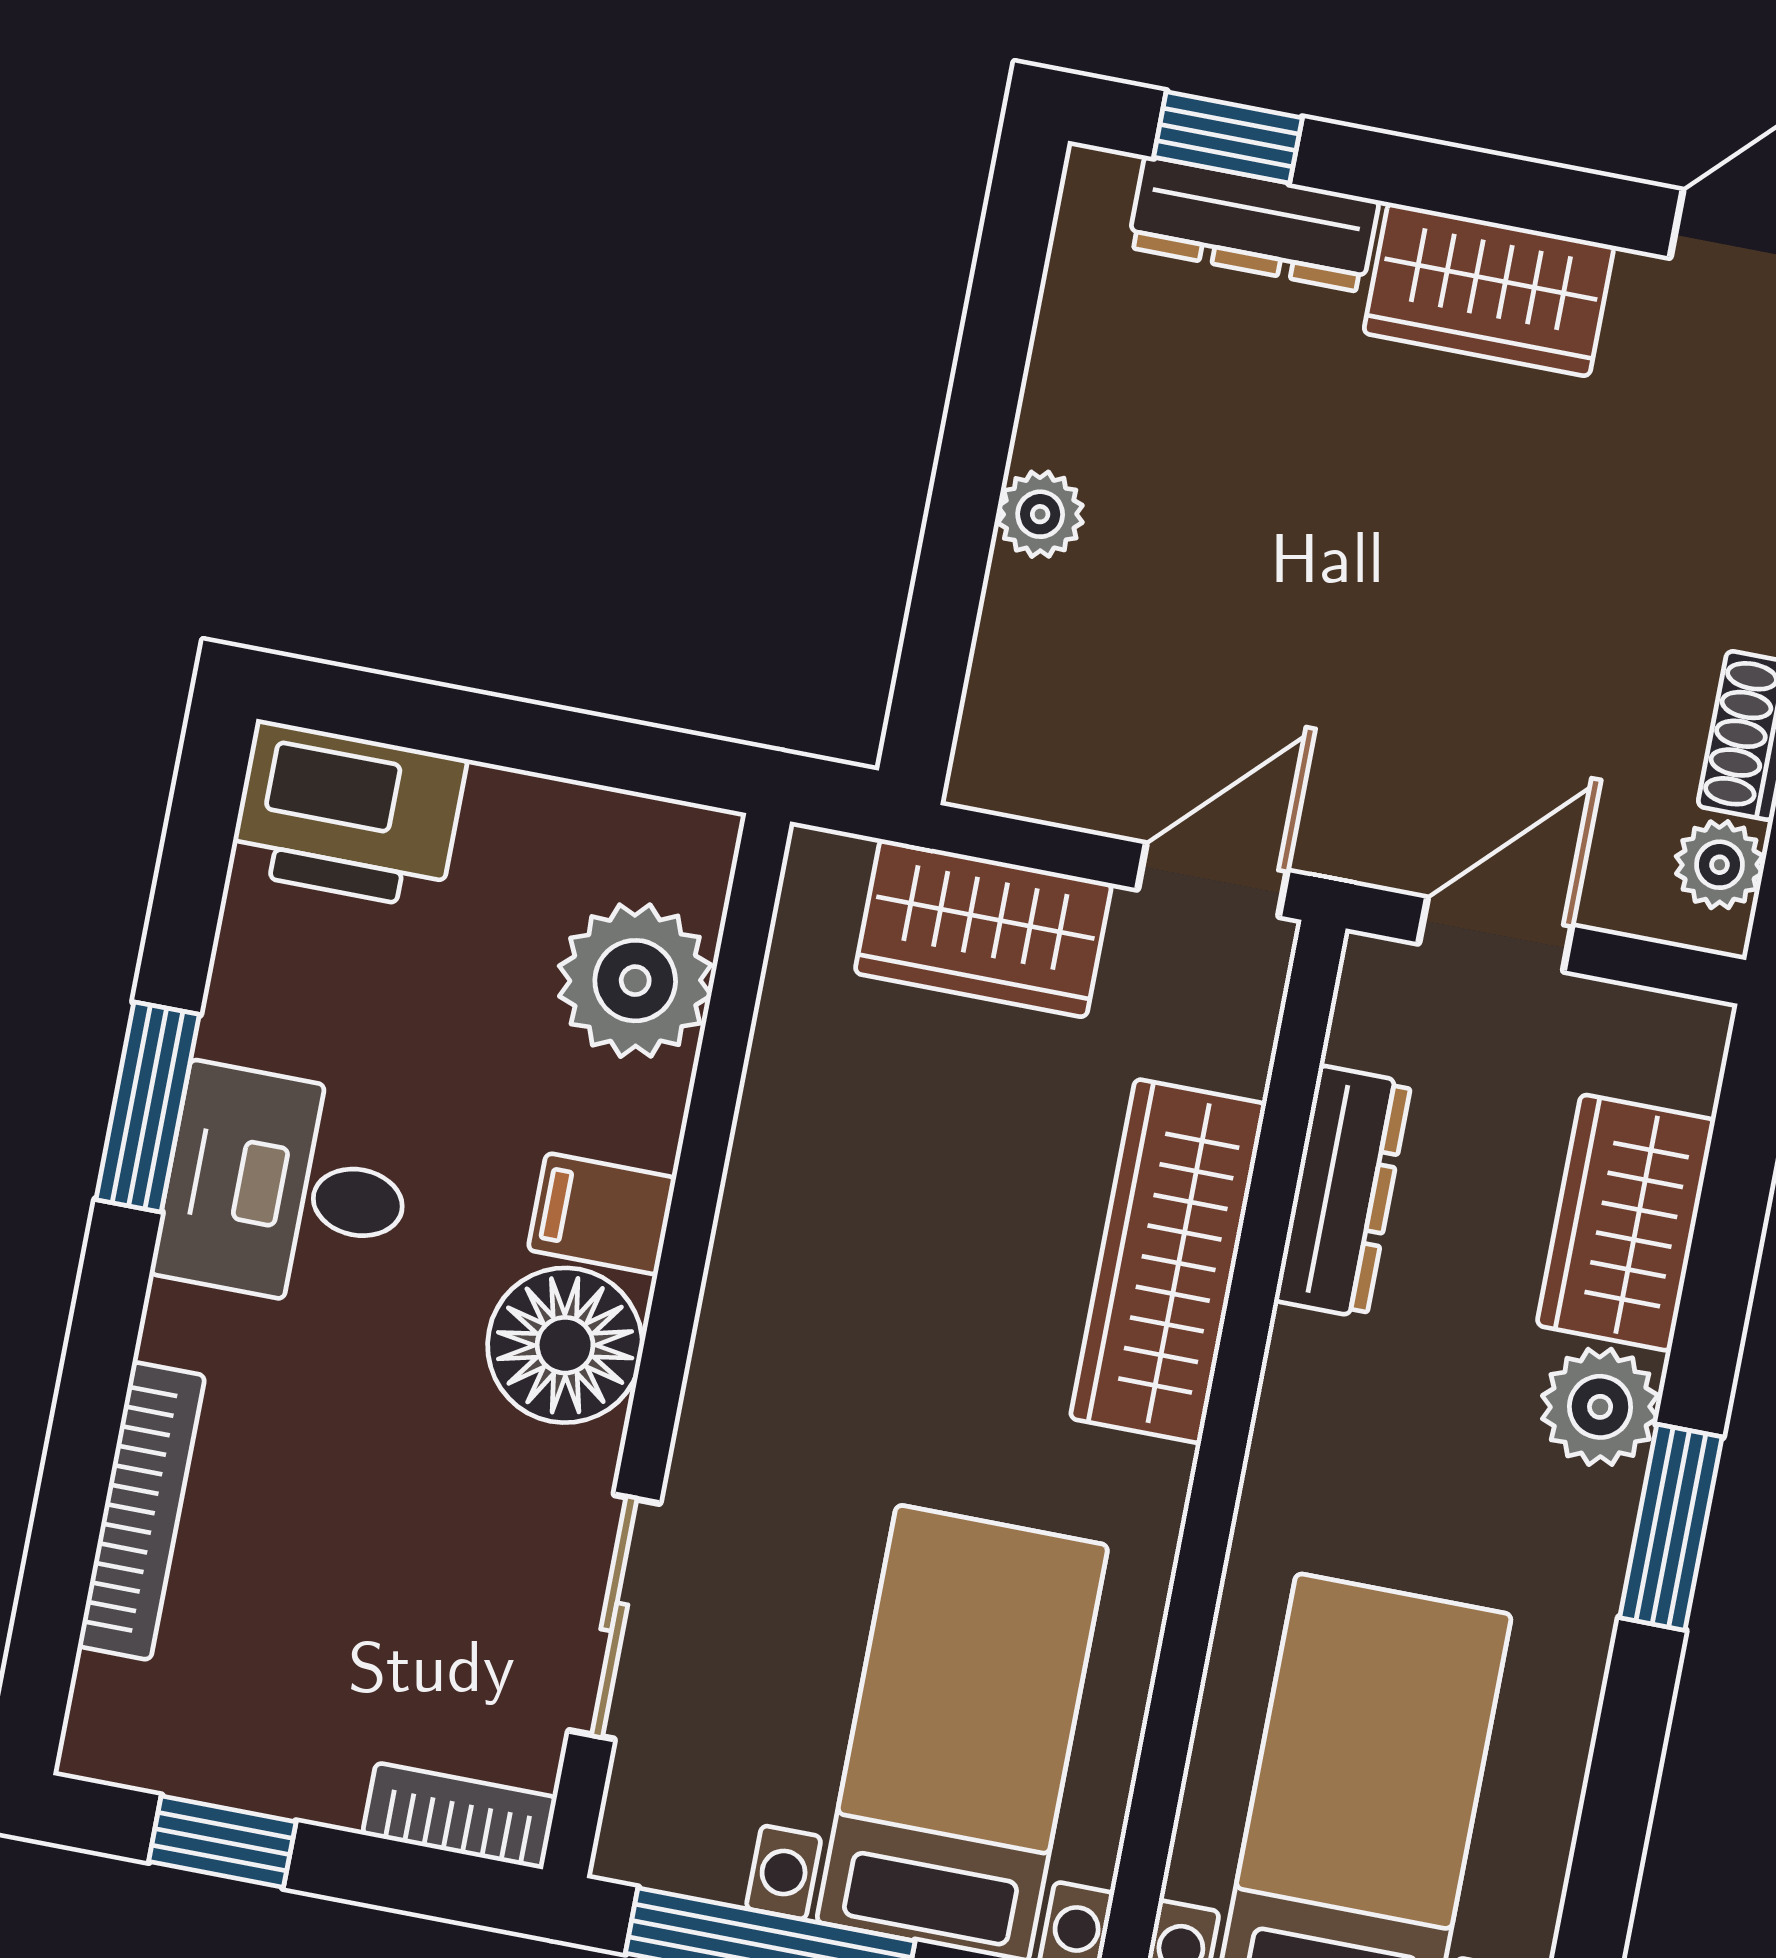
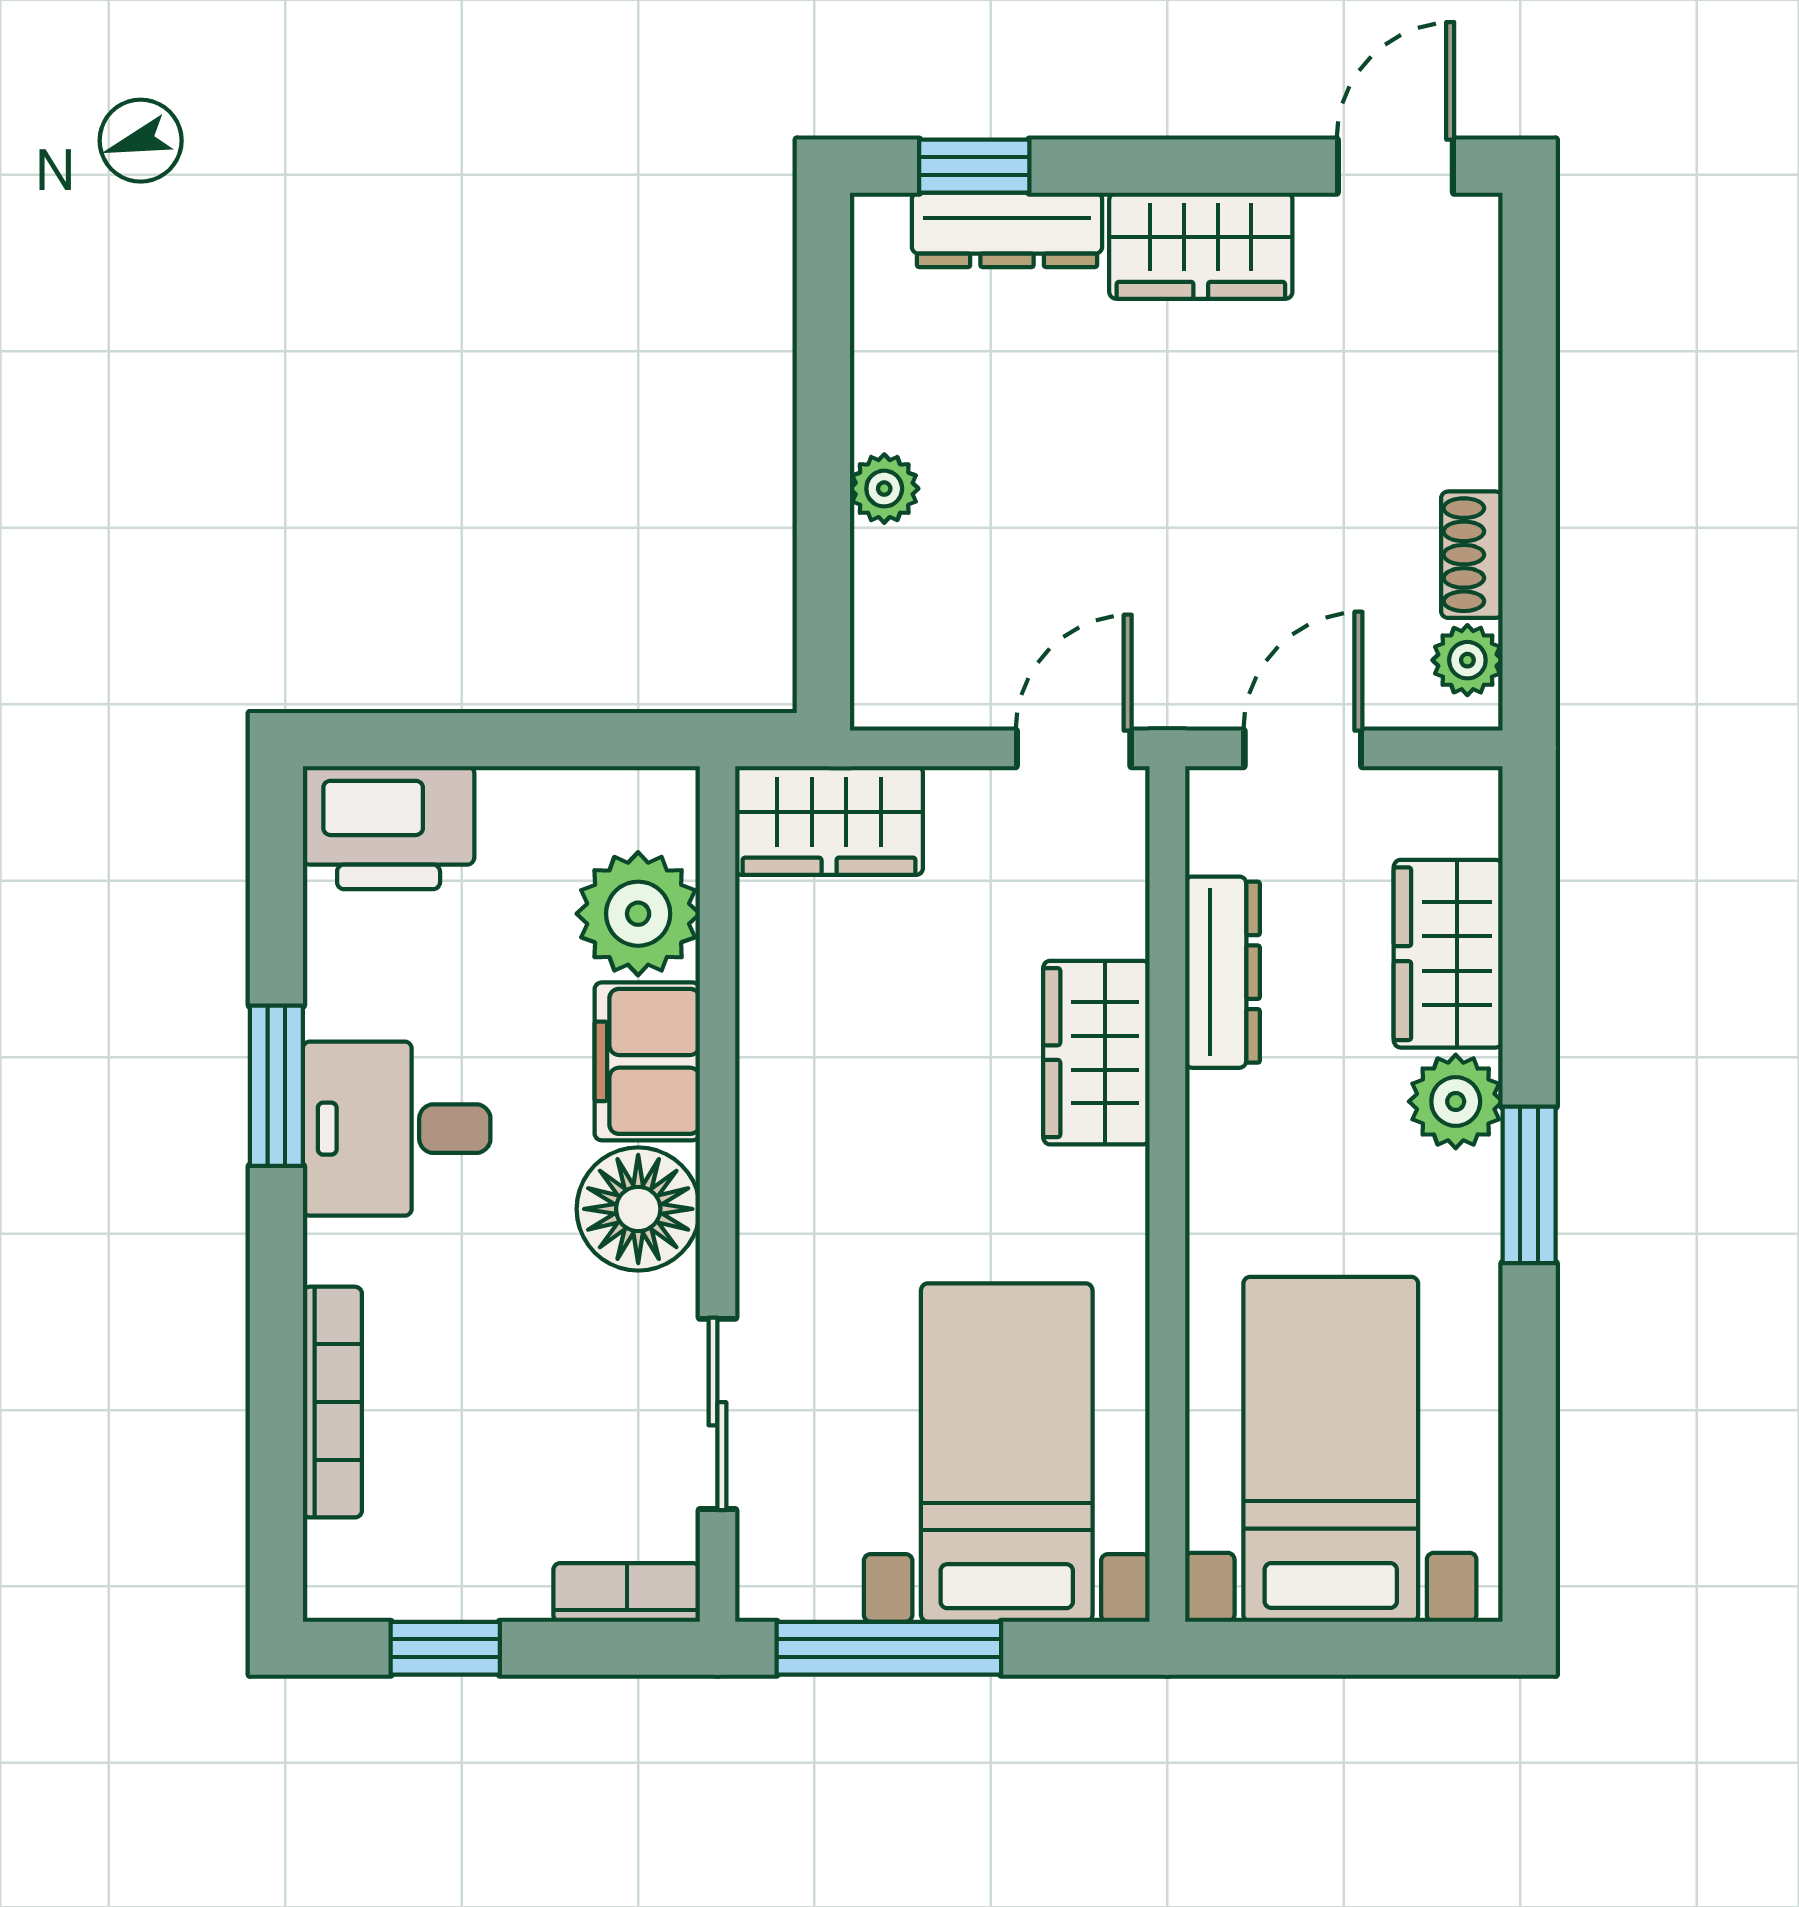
wardrobe: (983, 928) -> (829, 821), moved
filing cabinet: (602, 1214) -> (647, 1061), width x2.00
wardrobe: (1168, 1261) -> (1096, 1053), width x0.67

